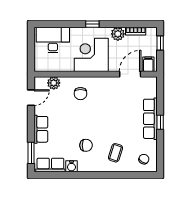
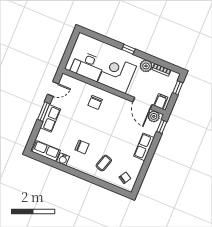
desk: (53, 40) -> (88, 66), moved, turned 180
door: (130, 74) -> (142, 103), swing flipped
plant: (54, 83) -> (154, 116), moved
row of seats: (150, 119) -> (144, 147), width x0.68
window: (160, 122) -> (162, 127), moved
window: (31, 153) -> (44, 112), moved

